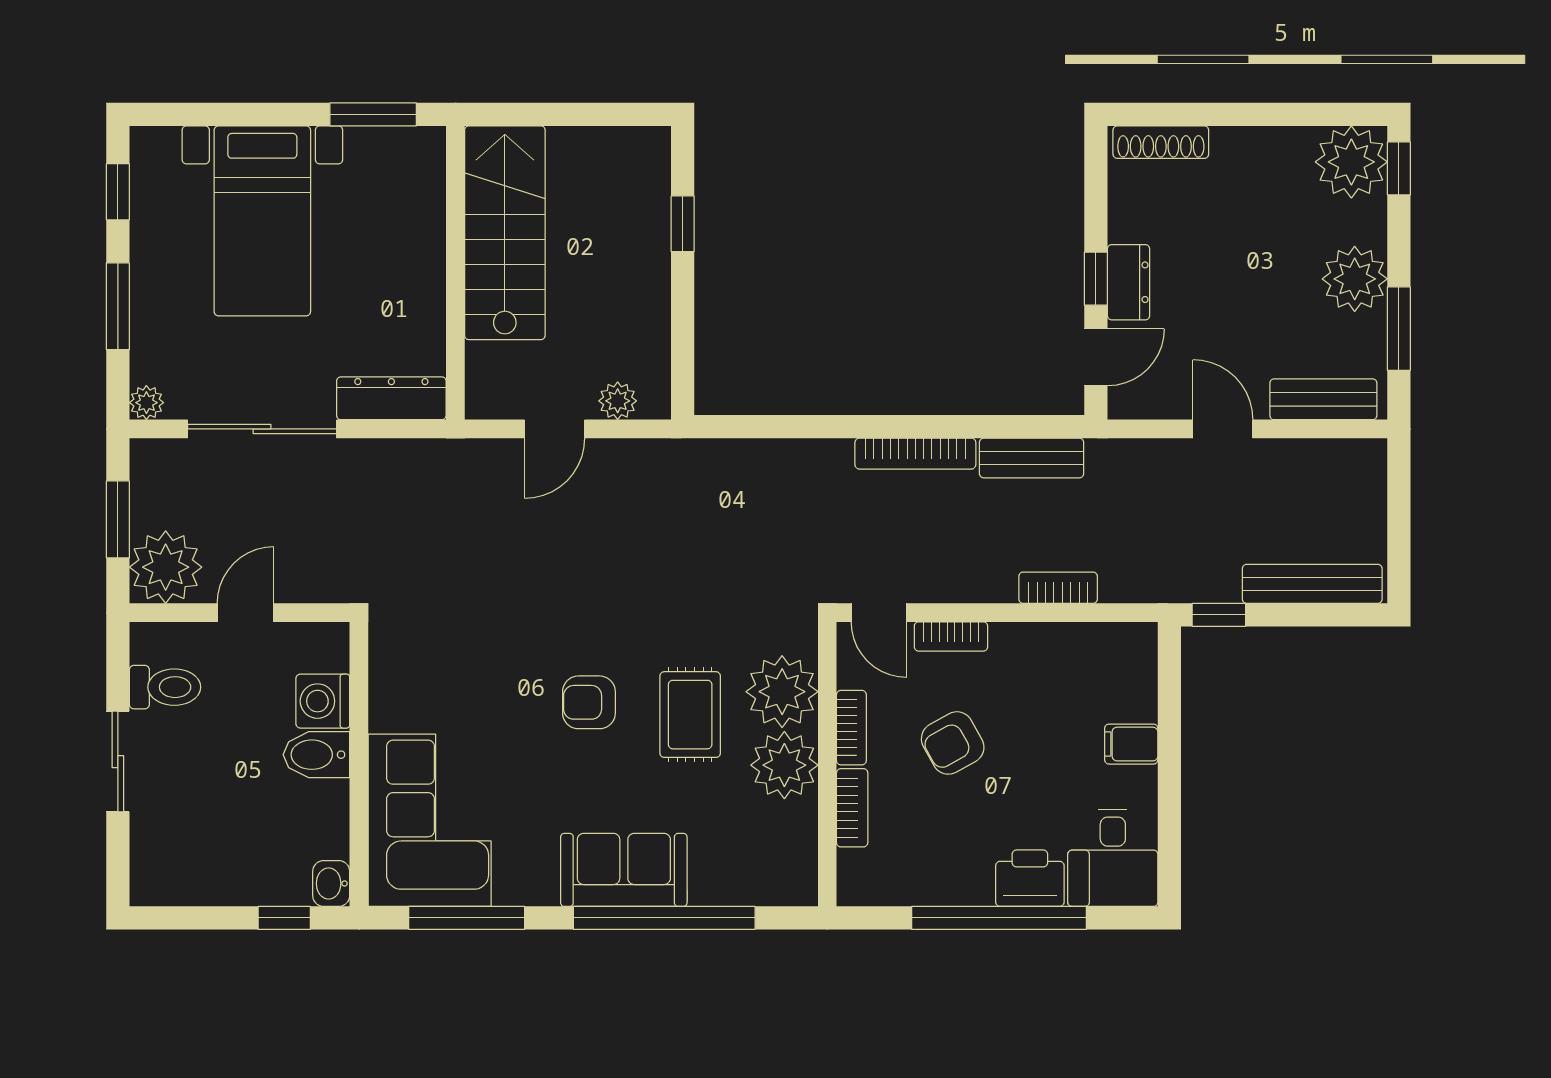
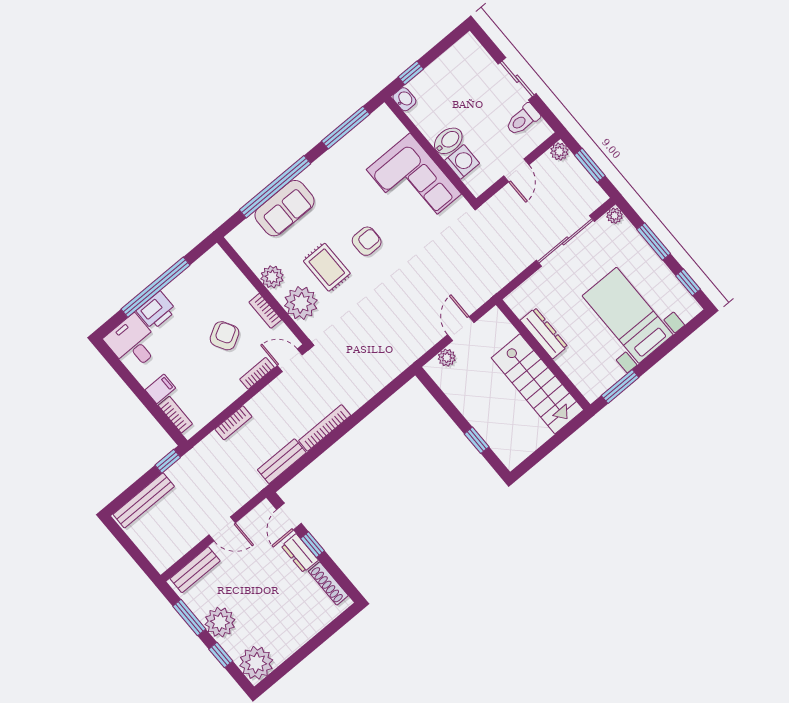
shoe rack: (1161, 142) -> (328, 583), moved, turned -90
window: (1399, 168) -> (221, 655), moved
dresser: (391, 398) -> (544, 333), moved, turned -90
plant: (166, 567) -> (559, 152), width x0.53, depth x0.53
plant: (784, 765) -> (272, 277), width x0.73, depth x0.73
bookcase: (852, 808) -> (175, 415), moved, turned 180
corner sofa: (430, 820) -> (414, 182), moved
sofa: (624, 870) -> (285, 208), moved

